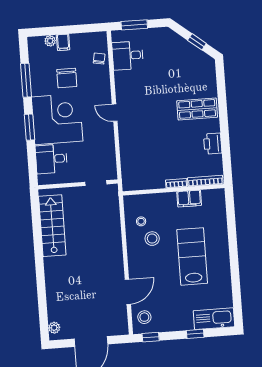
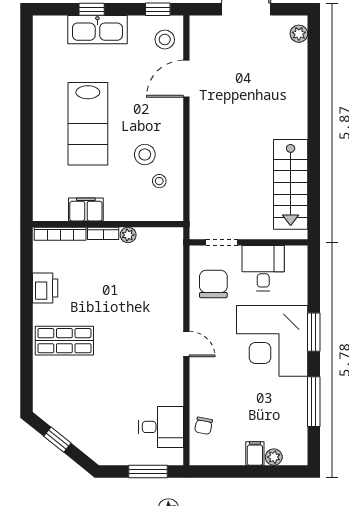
chair: (67, 78) -> (213, 284), moved
desk: (51, 159) -> (263, 268), moved, turned -90
plant: (159, 183) -> (128, 235), added
kitchen sink: (214, 319) -> (97, 30), moved

